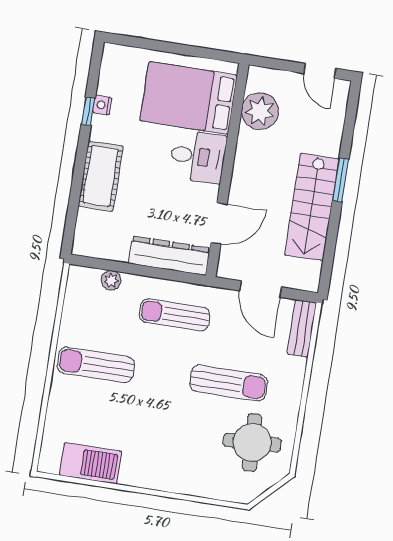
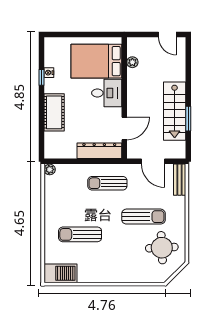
plant: (260, 111) -> (132, 62), width x0.53, depth x0.53
window: (341, 180) -> (188, 119), moved
plant: (111, 280) -> (50, 169), moved
sun lounger: (96, 365) -> (80, 234), moved
barbecue: (90, 463) -> (60, 273), moved

